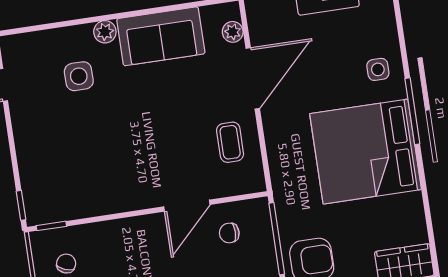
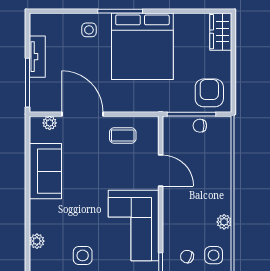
plant: (105, 32) -> (37, 241), moved
side table: (79, 76) -> (83, 255), moved
corner sofa: (100, 178) -> (134, 226), added
chair: (229, 233) -> (200, 126), moved, turned 90

